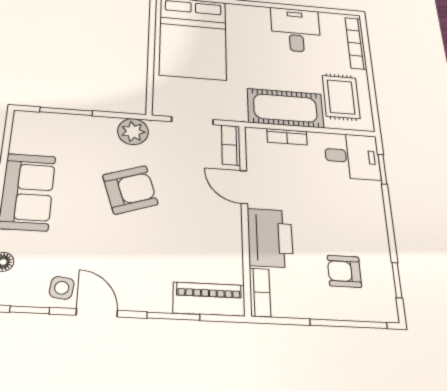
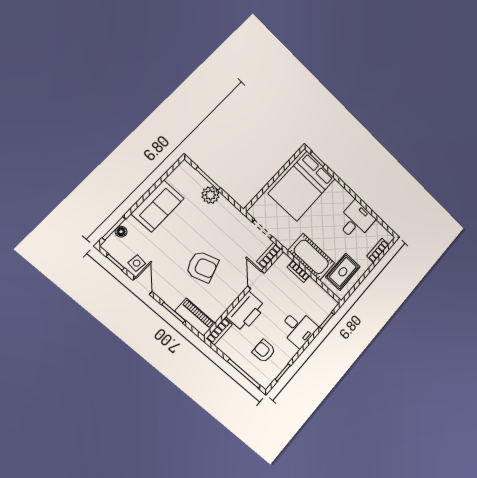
bookcase: (356, 43) -> (378, 250), width x0.64
plant: (133, 132) -> (210, 195), moved
desk: (352, 156) -> (298, 328), moved
armchair: (130, 190) -> (202, 267), moved

